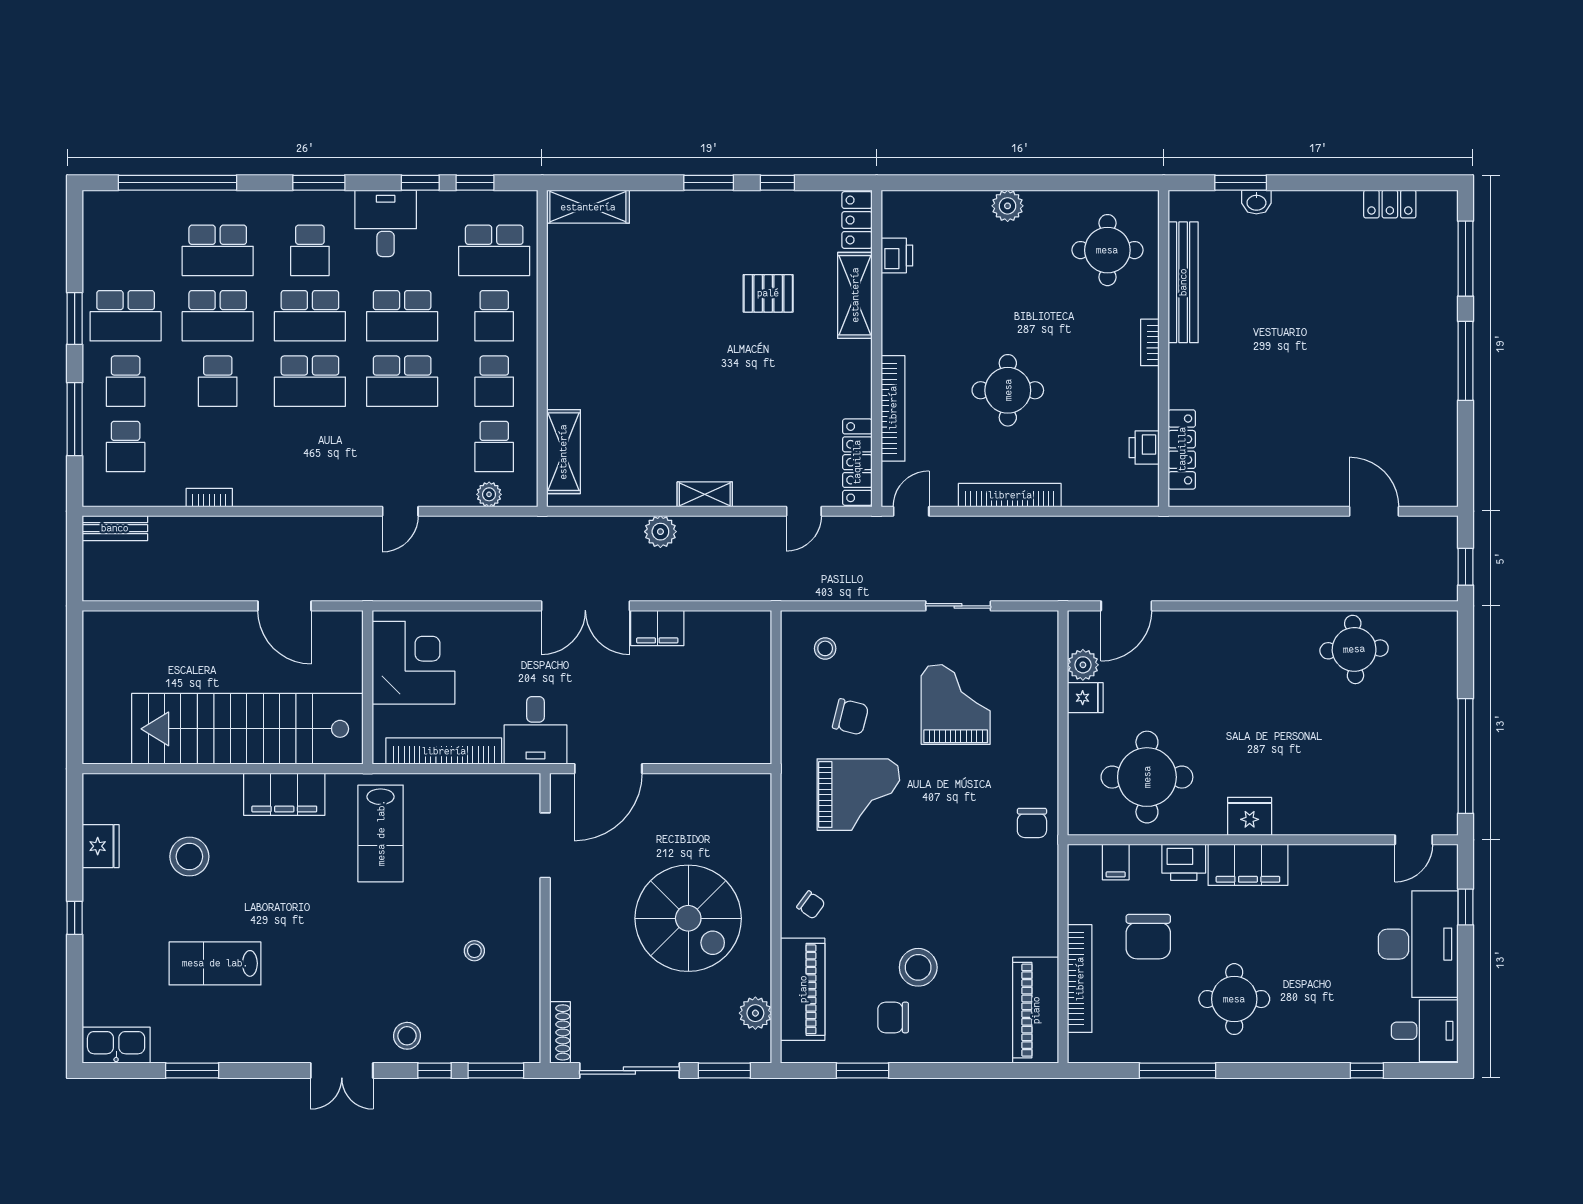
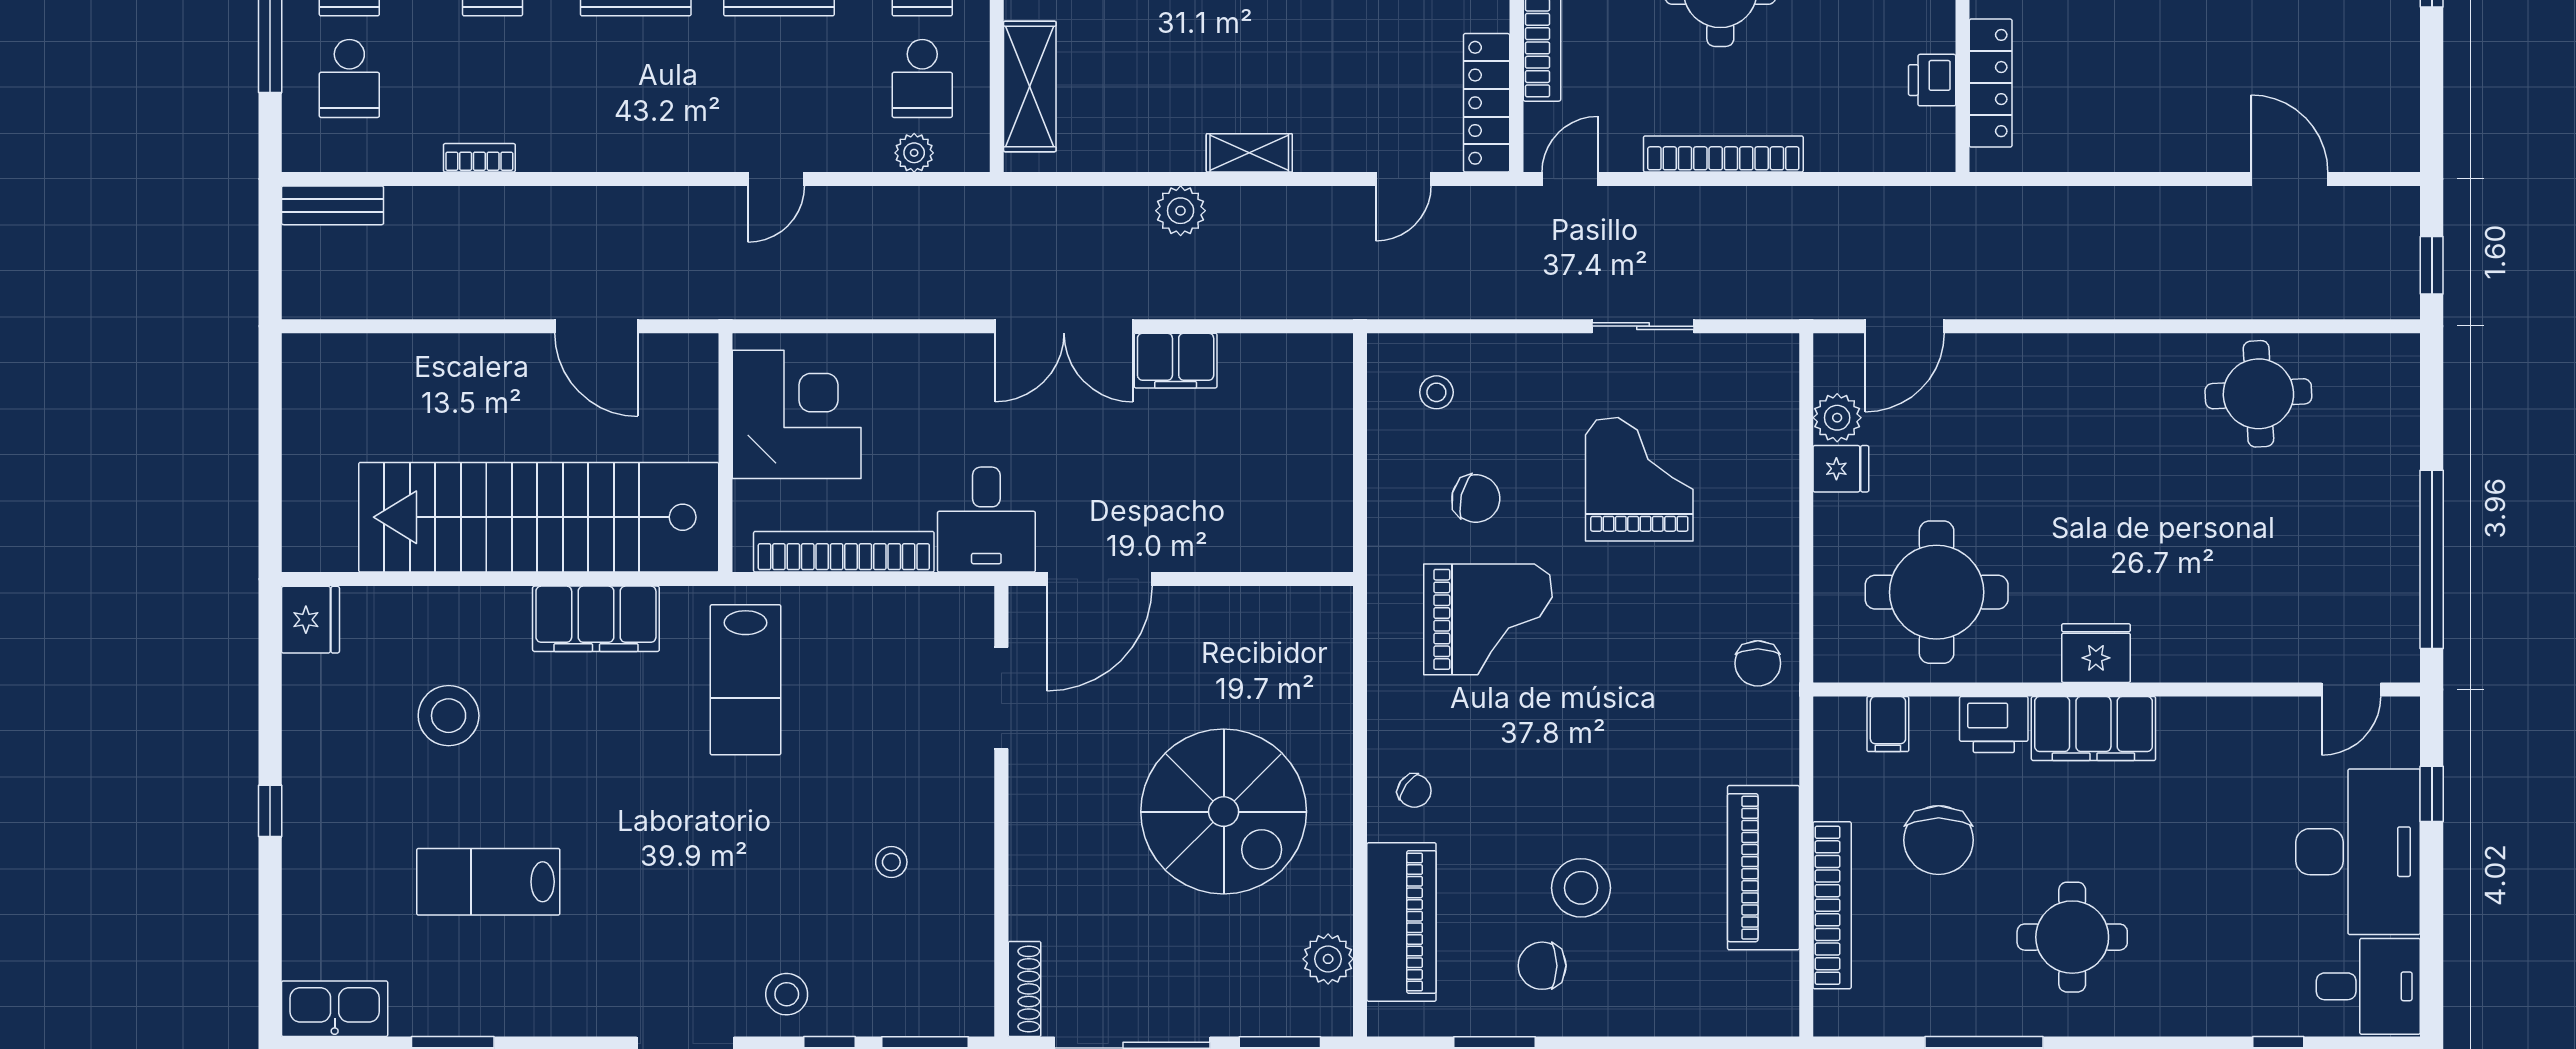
fridge: (101, 846) -> (310, 620), moved
piano: (1036, 1010) -> (1763, 868), moved

